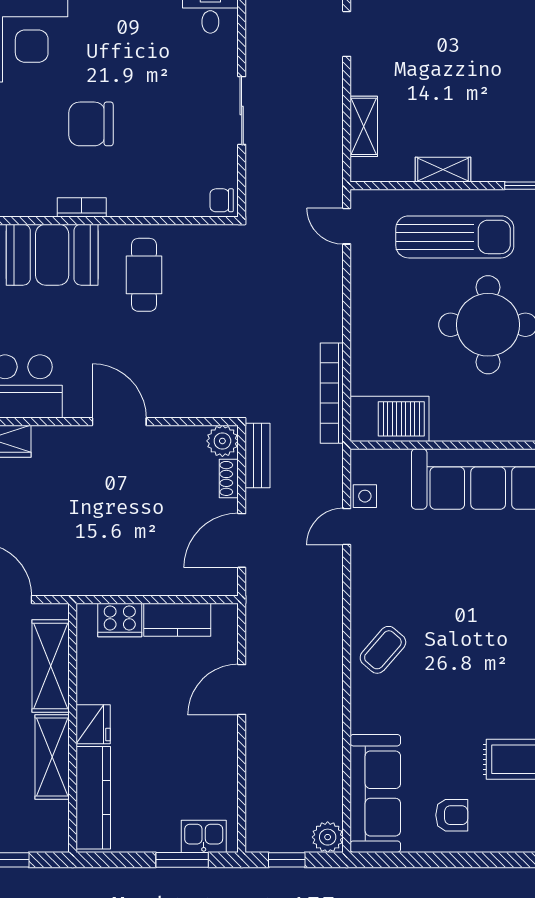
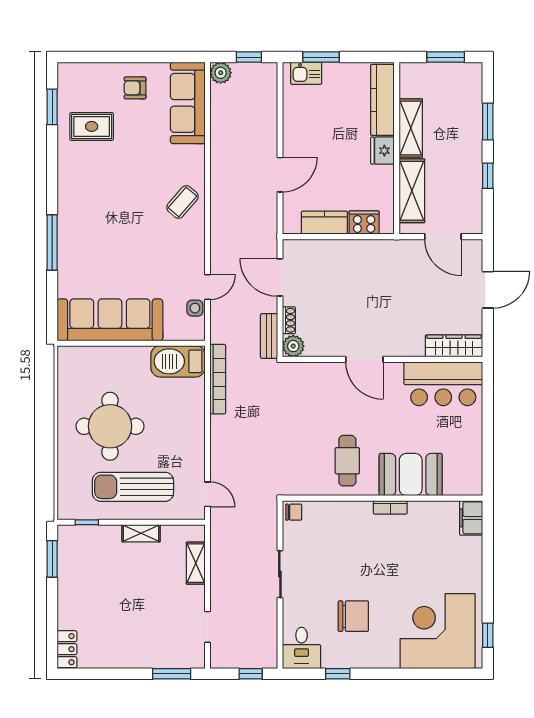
chair: (91, 124) -> (353, 616), moved
door: (242, 540) -> (280, 277), swing flipped

